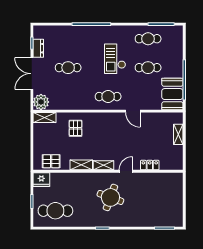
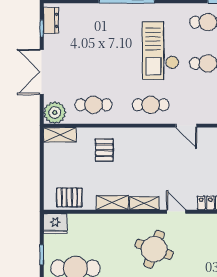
dresser: (38, 48) -> (51, 20), moved
checkout: (115, 59) -> (161, 51), width x1.36, depth x1.21
cafe table: (68, 68) -> (94, 105), moved
door: (126, 171) -> (176, 212), hinge flipped

